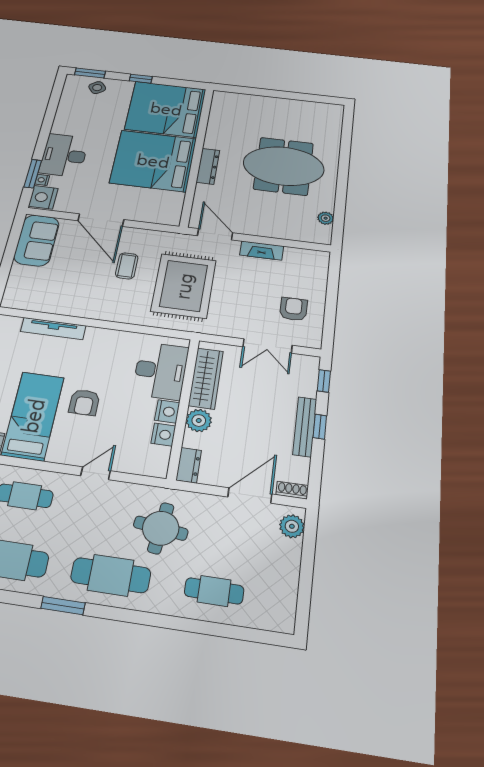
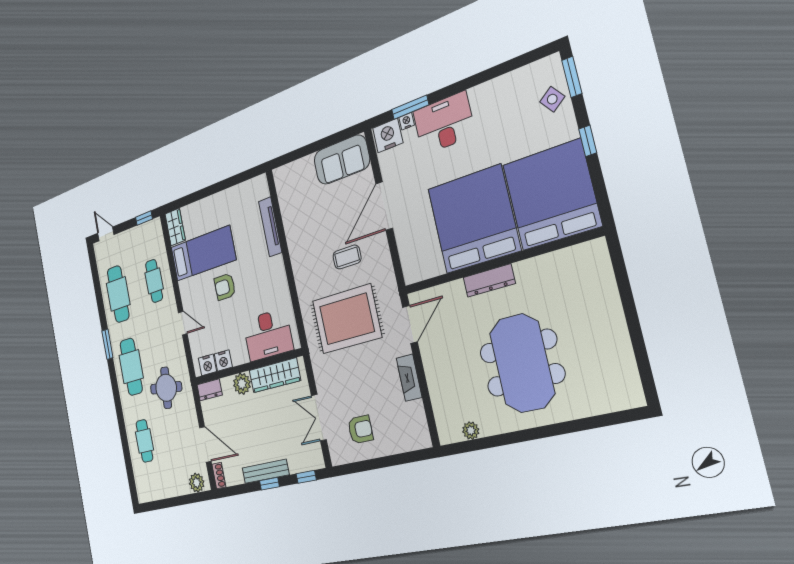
nightstand: (167, 411) -> (207, 365), moved

